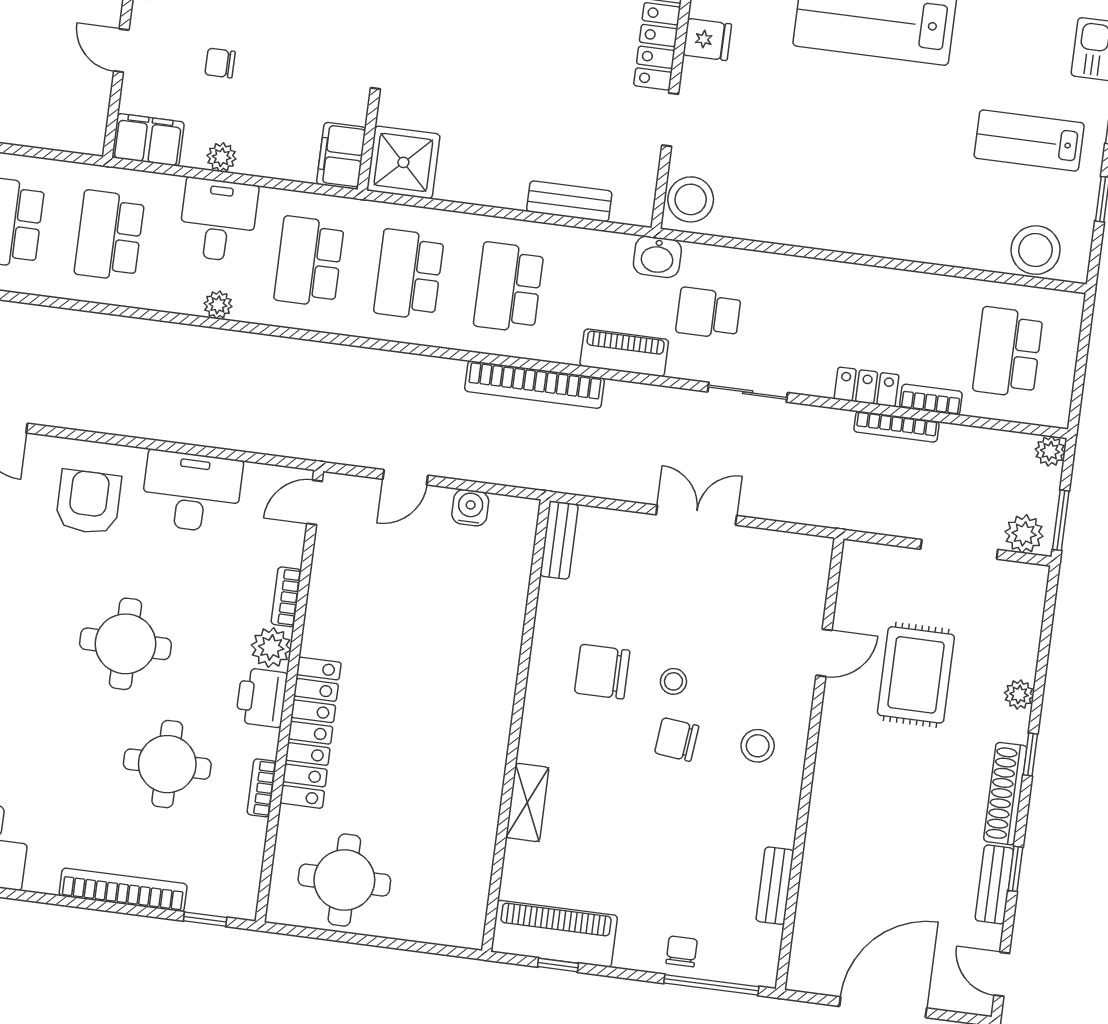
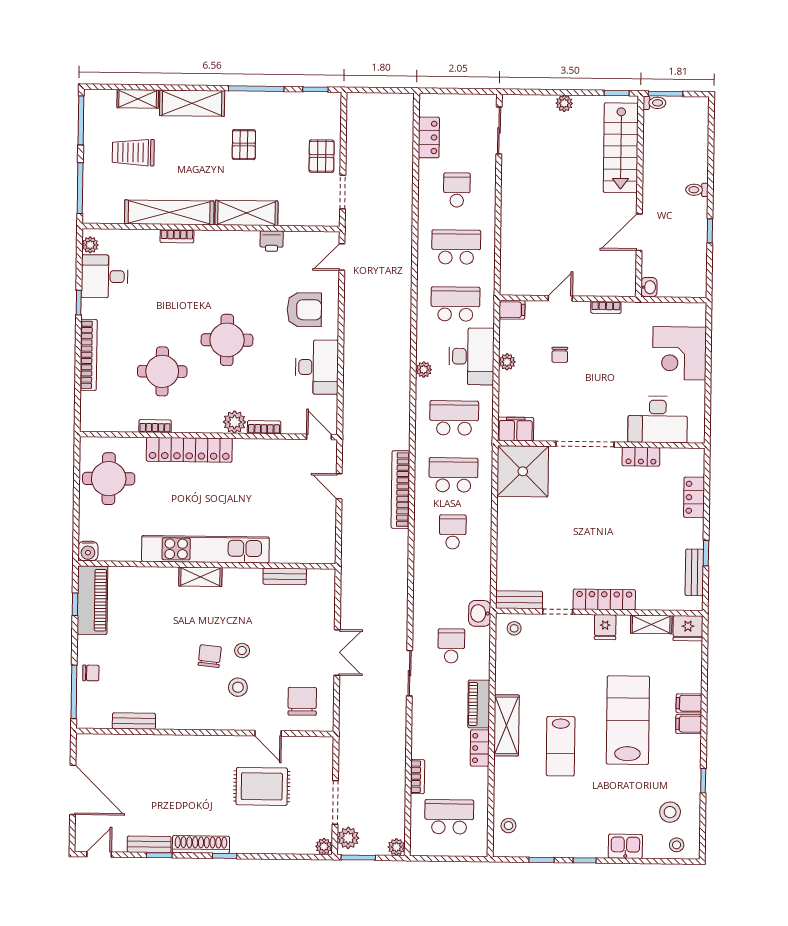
chair: (220, 63) -> (560, 355), turned 180
filing cabinet: (148, 140) -> (512, 310), width x0.50
lab bench: (1029, 140) -> (561, 746), moved, turned 180
shower: (403, 162) -> (523, 471), width x1.37, depth x1.37
stool: (691, 199) -> (514, 628), width x0.53, depth x0.53
bench: (569, 201) -> (519, 600), moved, turned 90
desk: (218, 220) -> (471, 356), width x1.37
shelving: (859, 233) -> (506, 725), added
stool: (1036, 250) -> (508, 826), width x0.53, depth x0.53
school desk: (509, 287) -> (453, 532), width x0.54
piano: (624, 353) -> (479, 704), moved, turned 180
bookcase: (534, 385) -> (401, 490), moved
locker: (867, 387) -> (480, 748), moved, turned 180
bookcase: (896, 427) -> (400, 759), removed
water cooler: (470, 508) -> (88, 551), moved, turned 90
bench: (559, 540) -> (285, 576), moved
chair: (602, 672) -> (302, 701), moved
plant: (1019, 694) -> (324, 846), moved
printer: (262, 698) -> (206, 420), removed
kitchen unit: (488, 725) -> (205, 549), added
stool: (758, 746) -> (238, 687), moved
shelving: (527, 802) -> (200, 577), moved
window: (205, 919) -> (79, 303), moved

